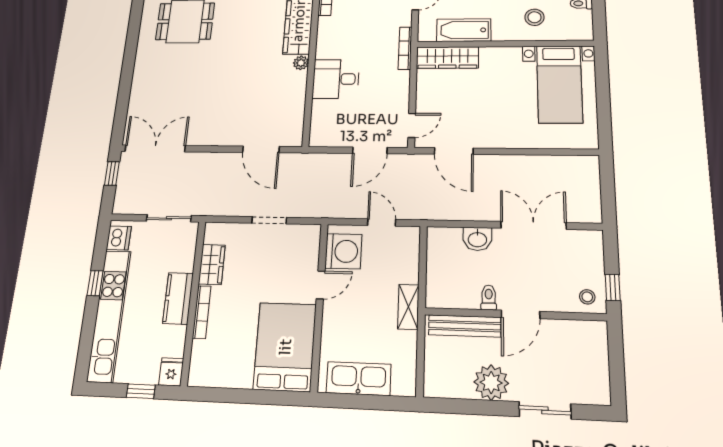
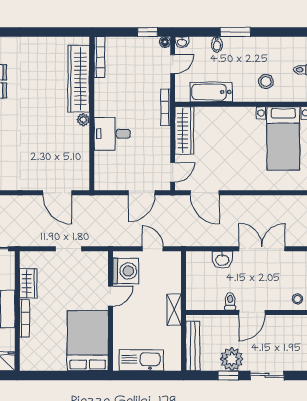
wardrobe: (447, 58) -> (184, 130), moved, turned -90
bench: (465, 326) -> (193, 346), moved, turned 90
window: (486, 408) -> (228, 375), added

